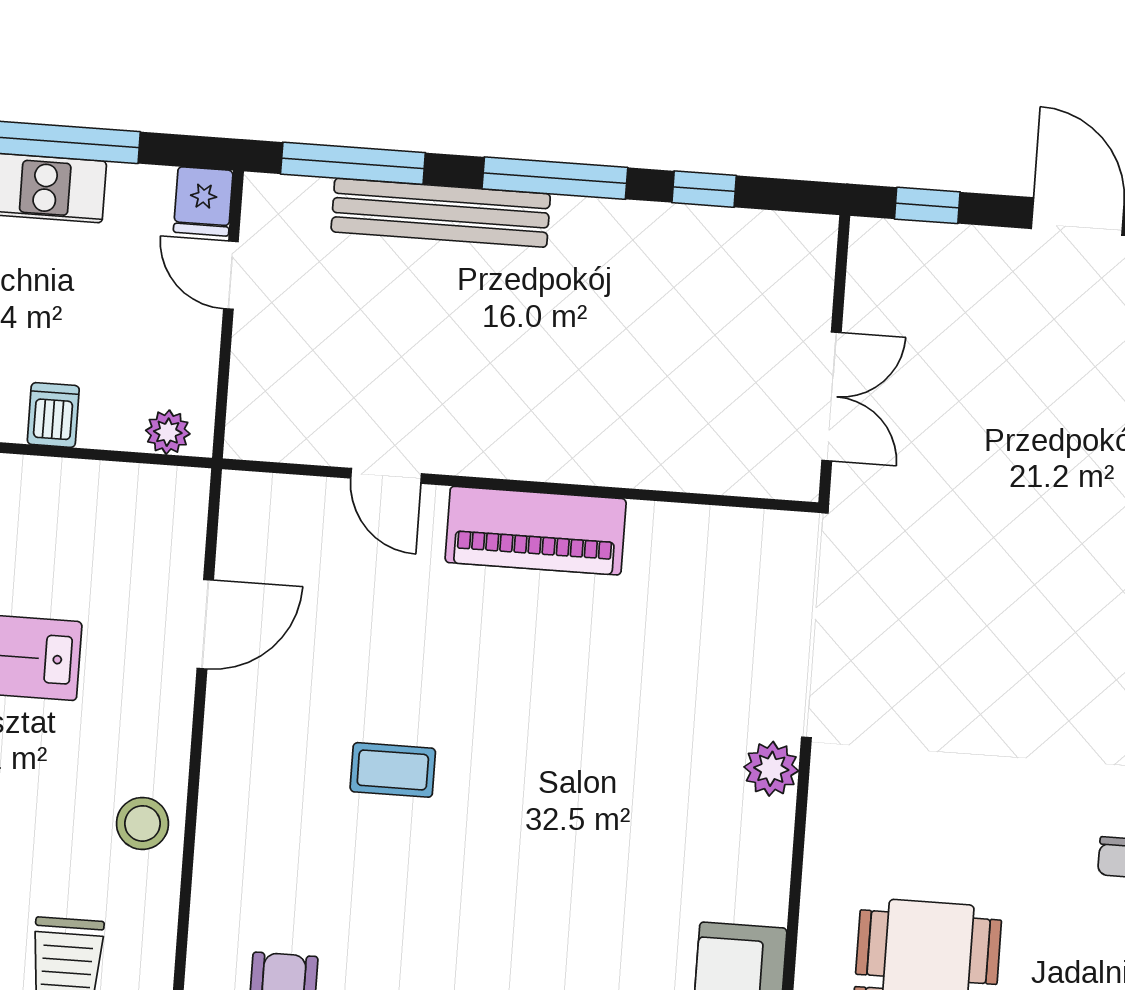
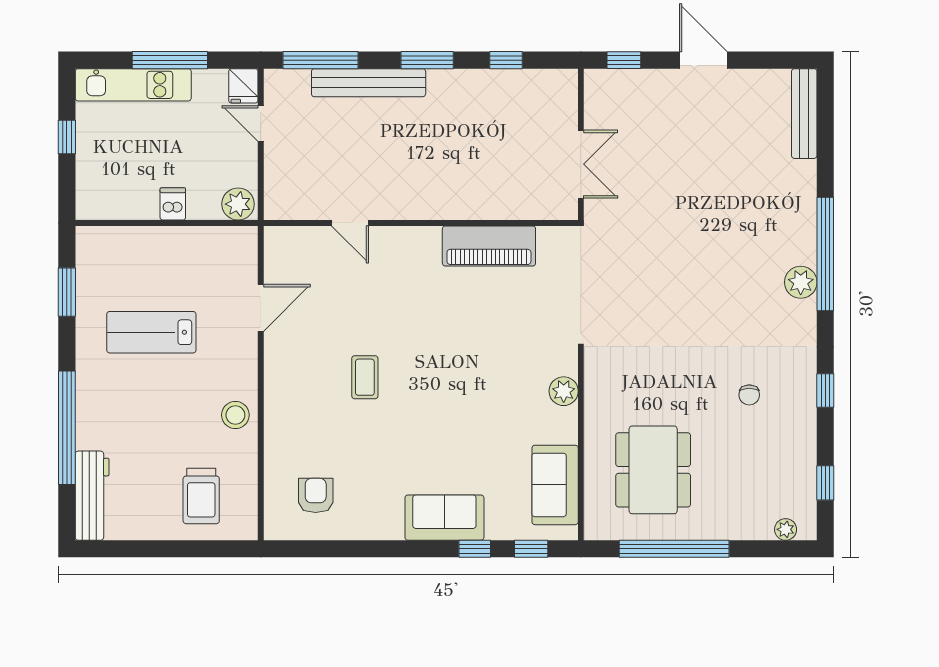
window: (555, 178) -> (427, 60), width x0.69
plant: (168, 432) -> (238, 204), width x1.38, depth x1.38
piano: (536, 531) -> (489, 246), moved
plant: (771, 769) -> (564, 391), moved
coffee table: (393, 770) -> (365, 377), turned 90

